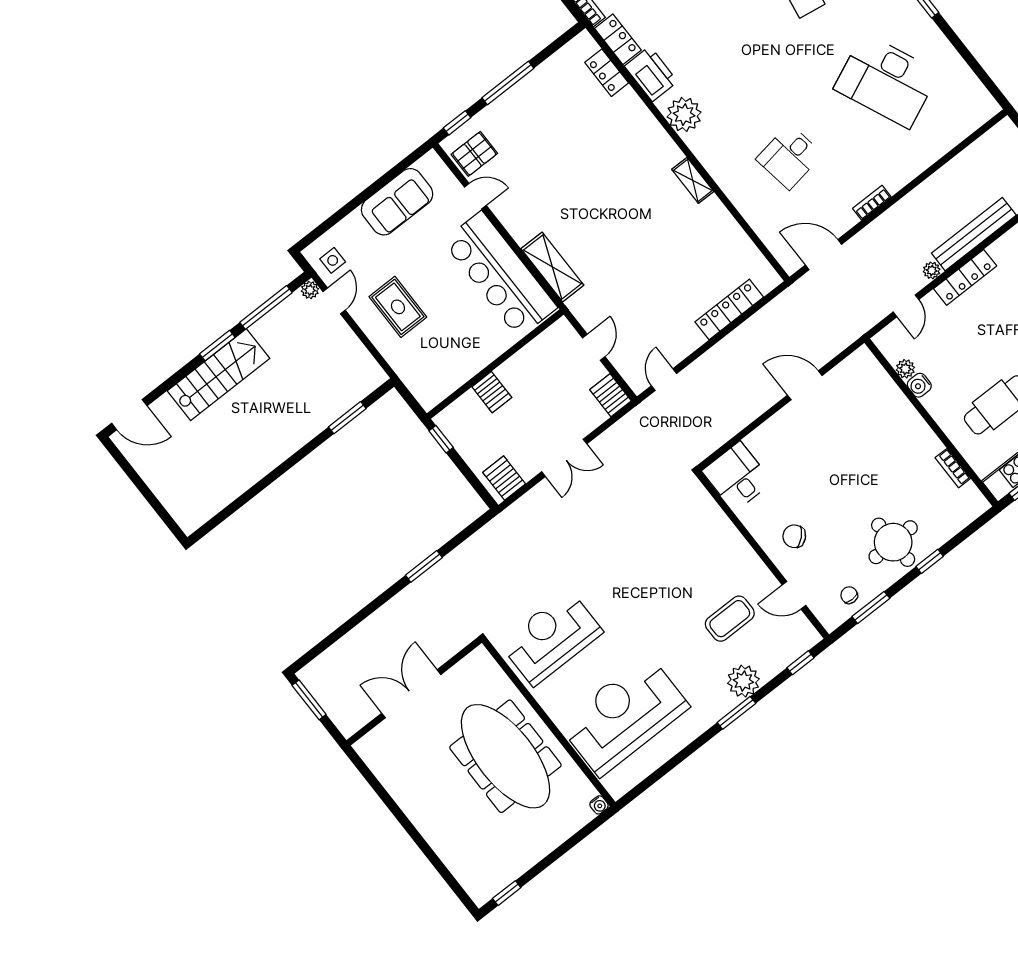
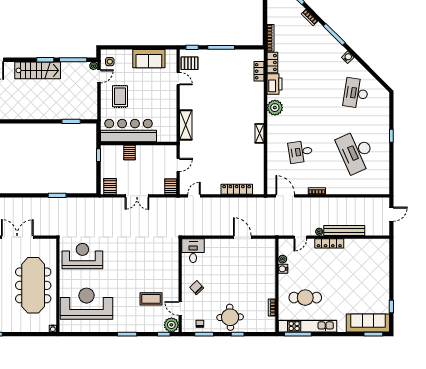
bar counter: (500, 274) -> (129, 131), moved, turned 90
plant: (743, 681) -> (171, 325), moved

